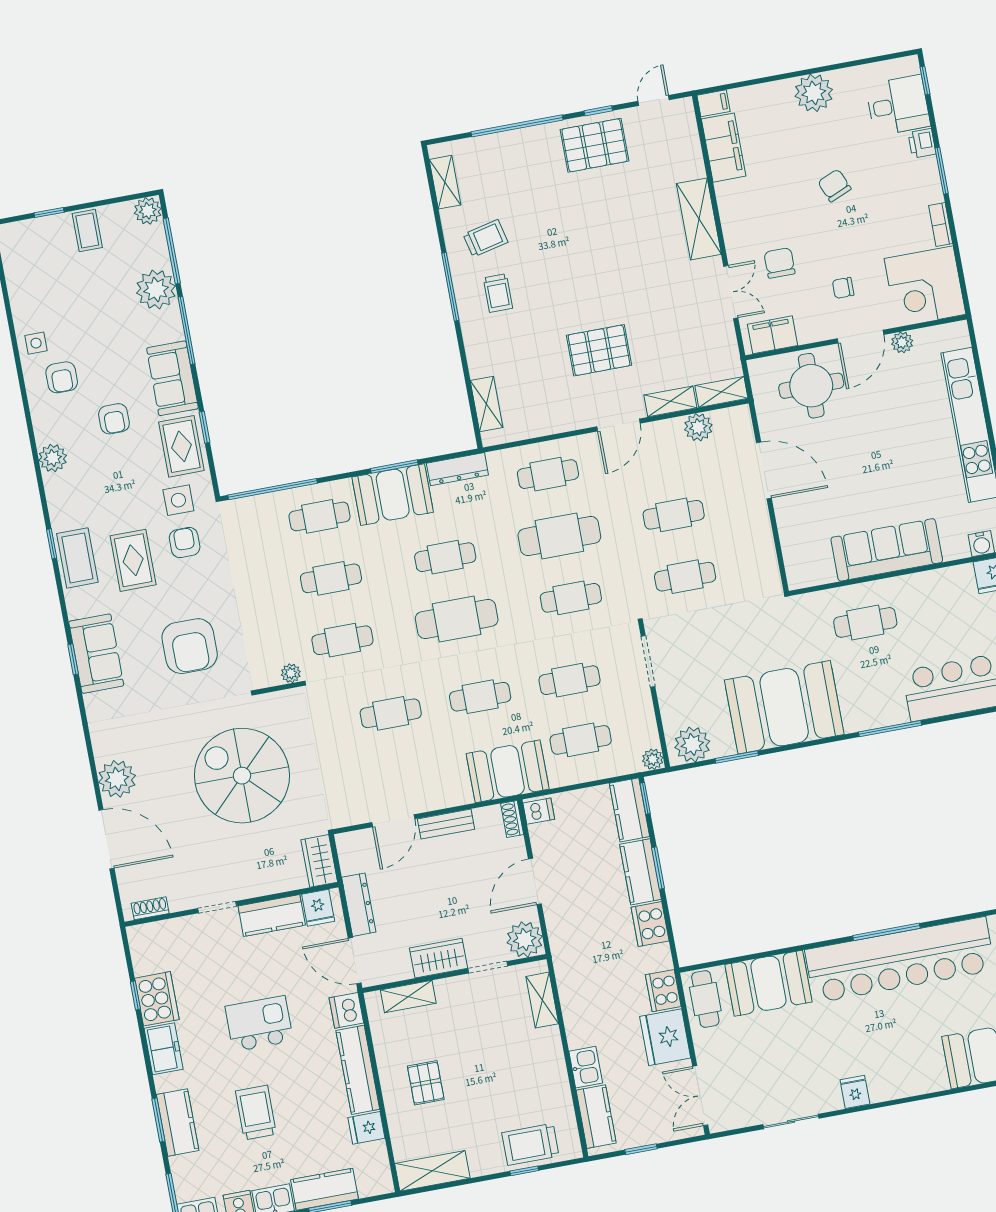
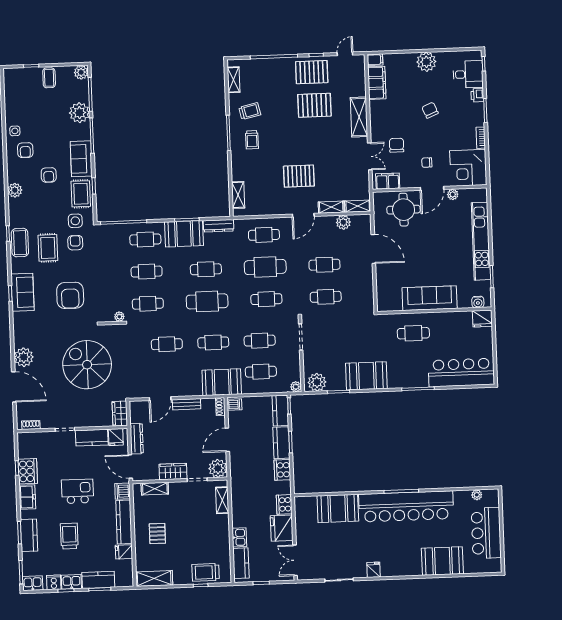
pallet: (609, 209) -> (314, 105), added
booth: (784, 707) -> (366, 376), width x0.73, depth x0.70
cafe table: (705, 999) -> (305, 512), removed

